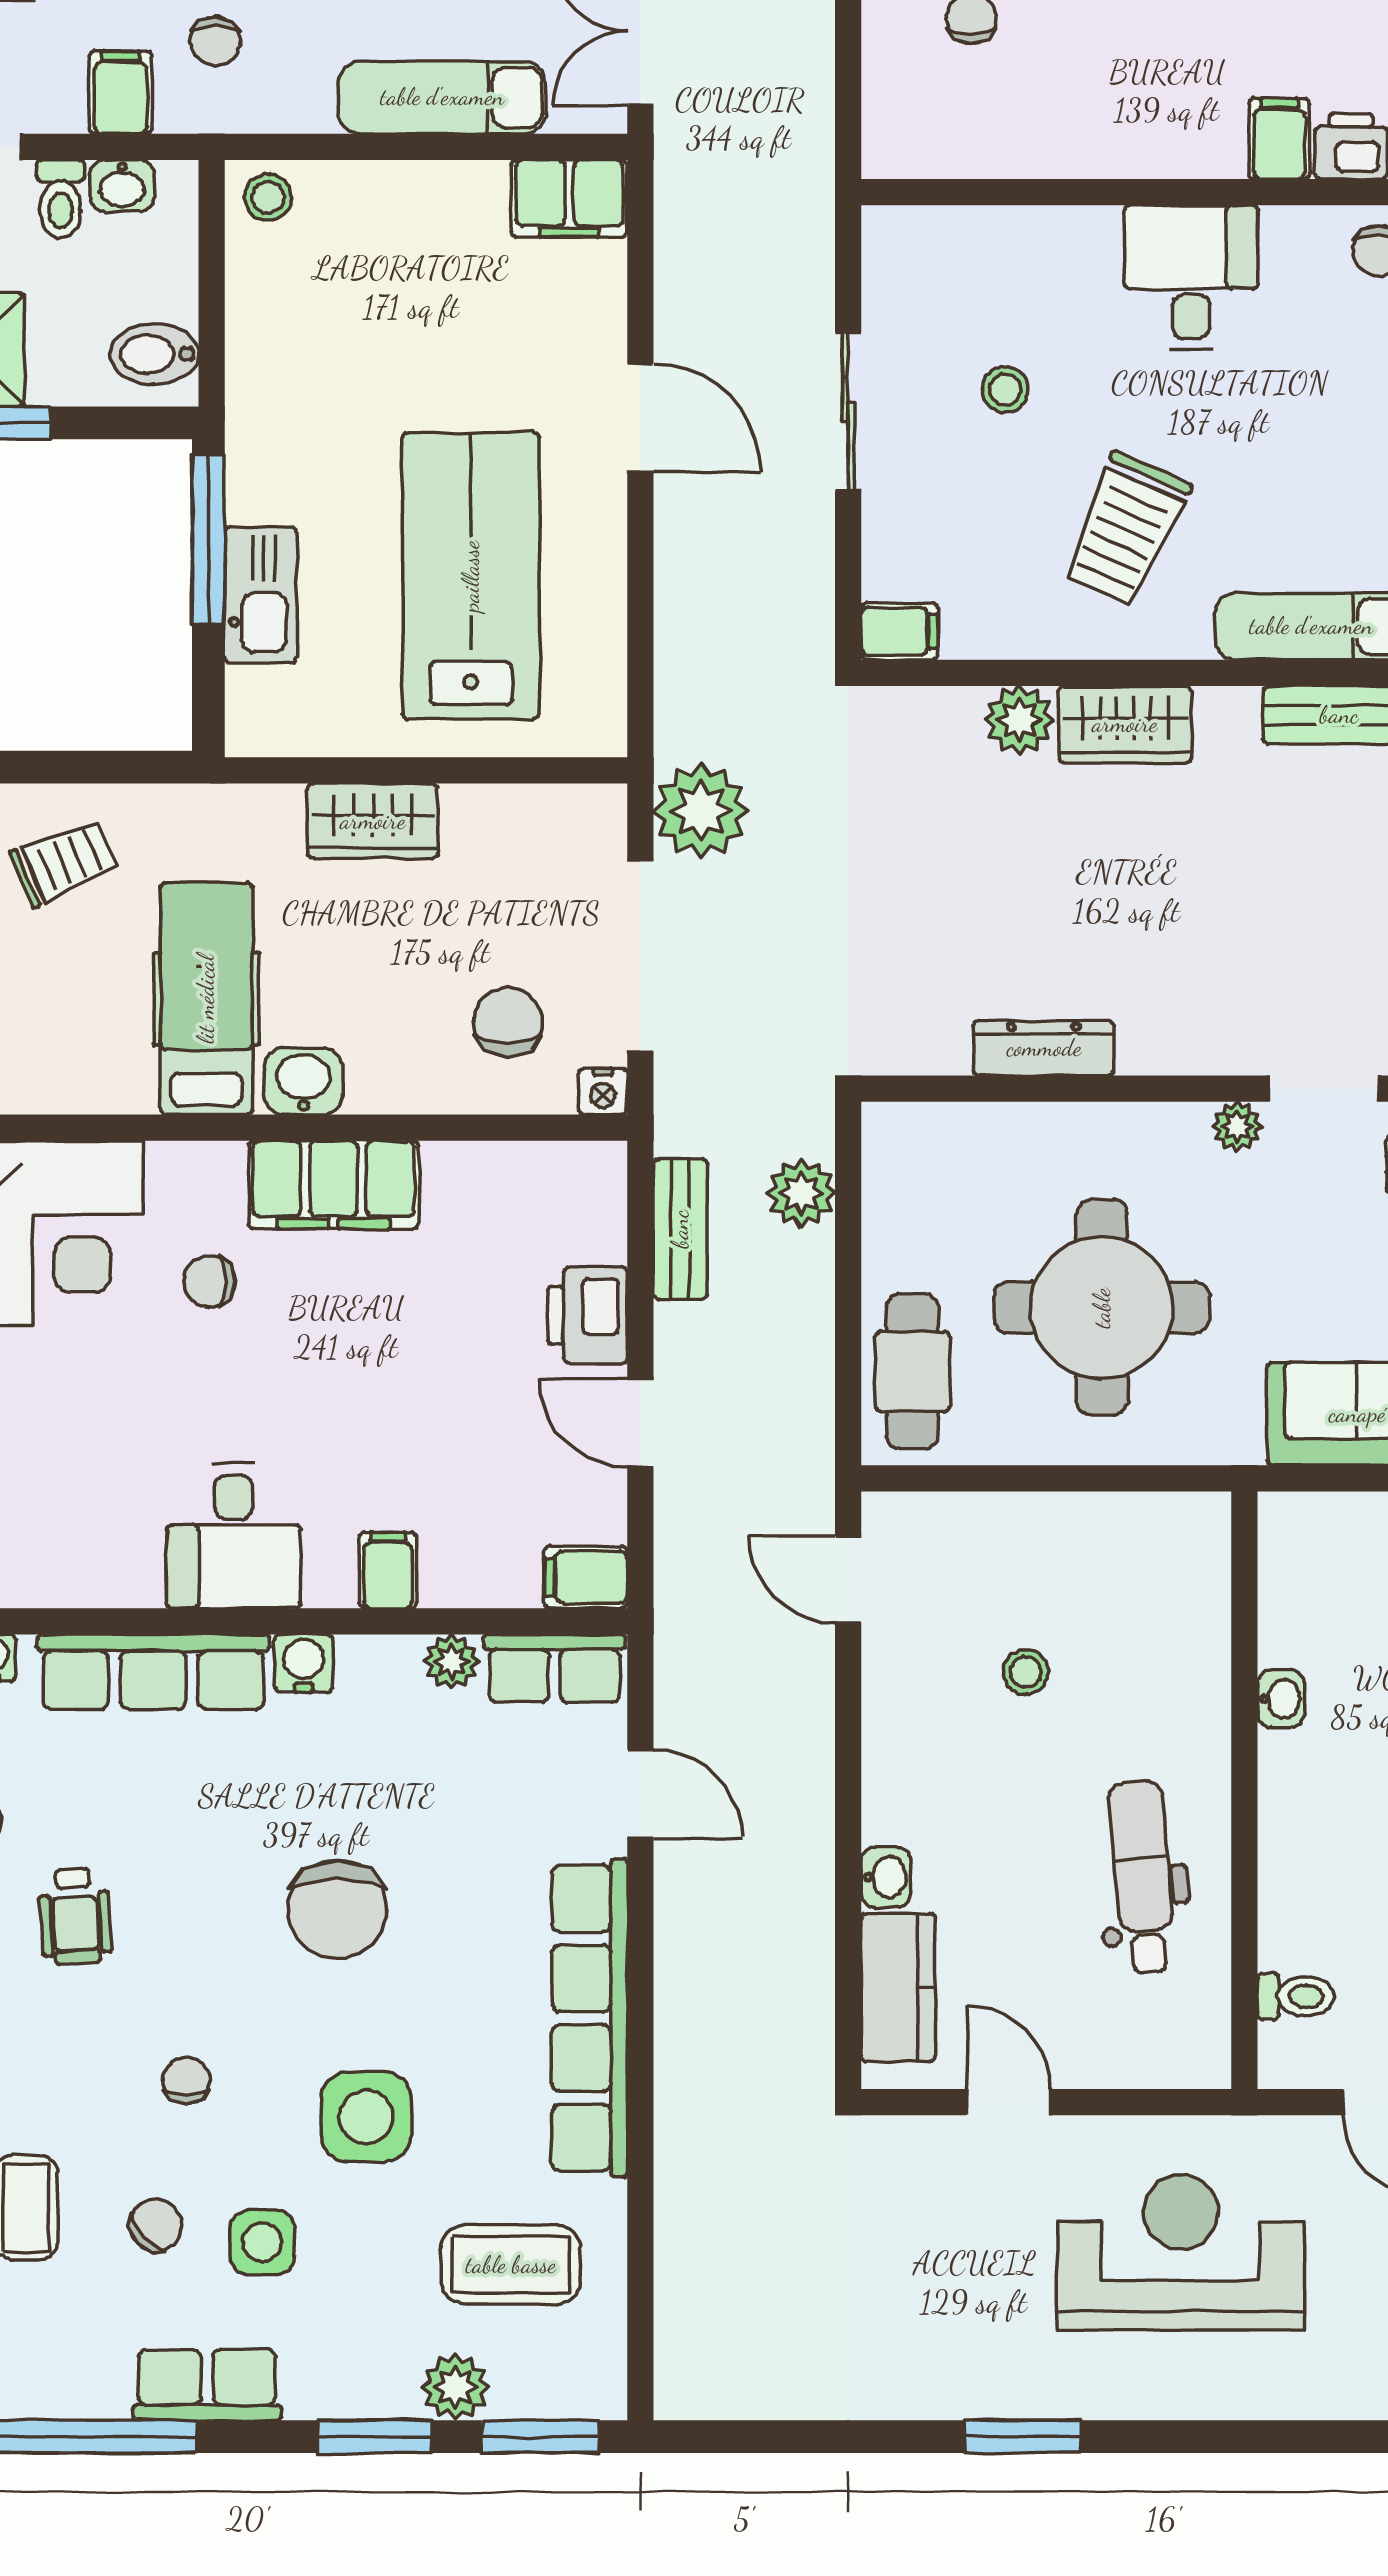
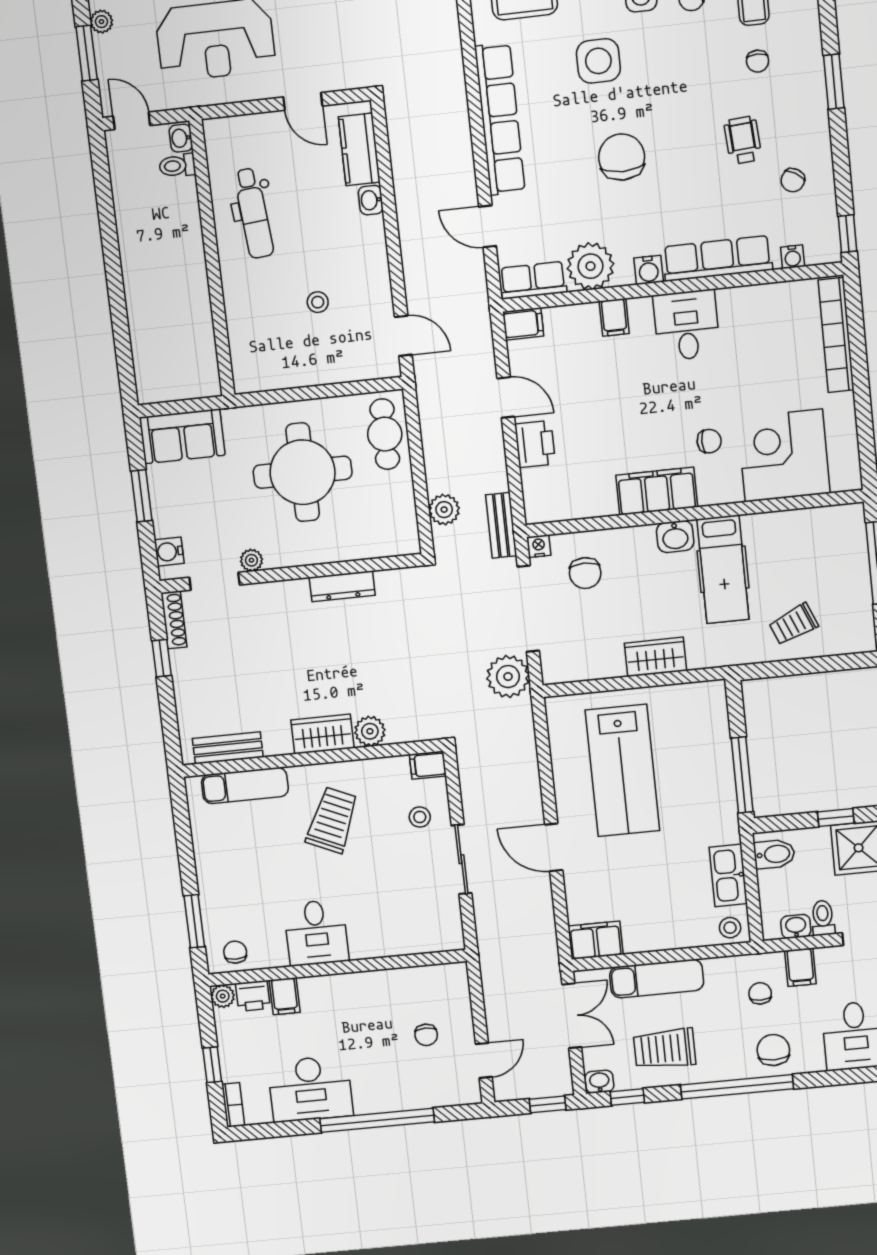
stool: (1005, 390) -> (420, 817), moved
kitchen sink: (261, 595) -> (728, 875), moved
bench: (680, 1229) -> (501, 525), moved
plant: (451, 1661) -> (590, 266), width x1.88, depth x1.88
washbasin: (1281, 1699) -> (181, 138), moved
chair: (186, 2080) -> (758, 61), moved

